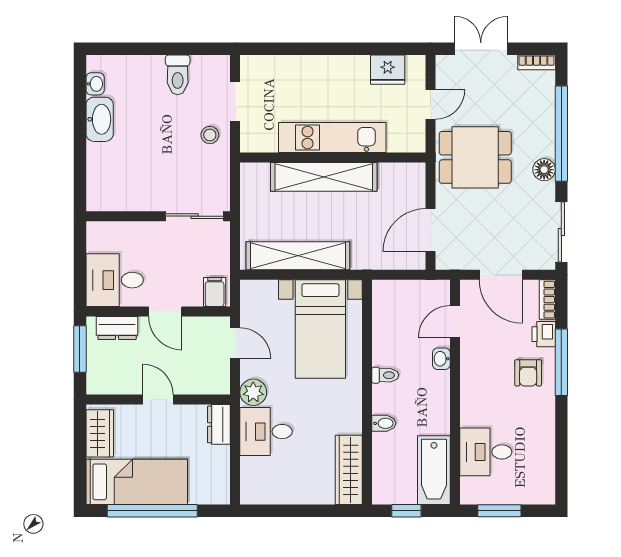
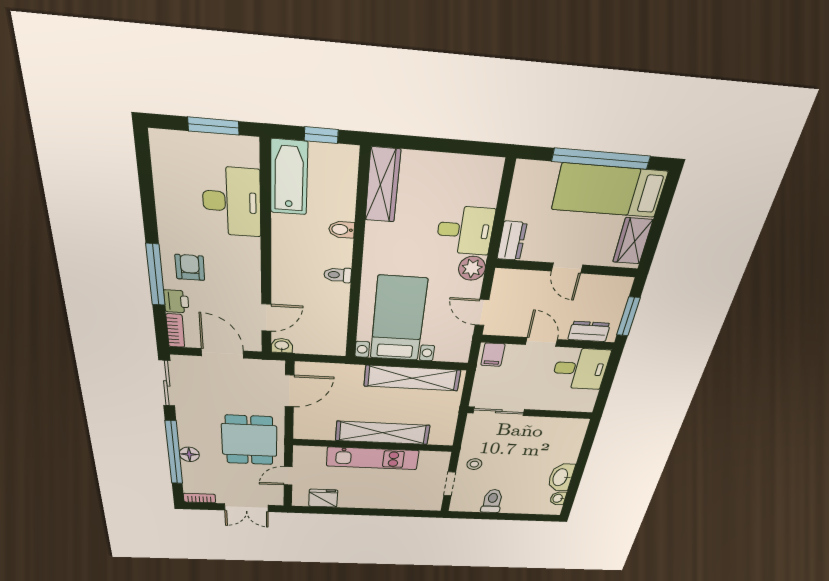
dining table: (475, 157) -> (249, 440), turned 90
floor lamp: (544, 170) -> (189, 454), moved
washbasin: (441, 359) -> (282, 346), moved, turned -90
desk: (486, 452) -> (232, 202), width x1.37

